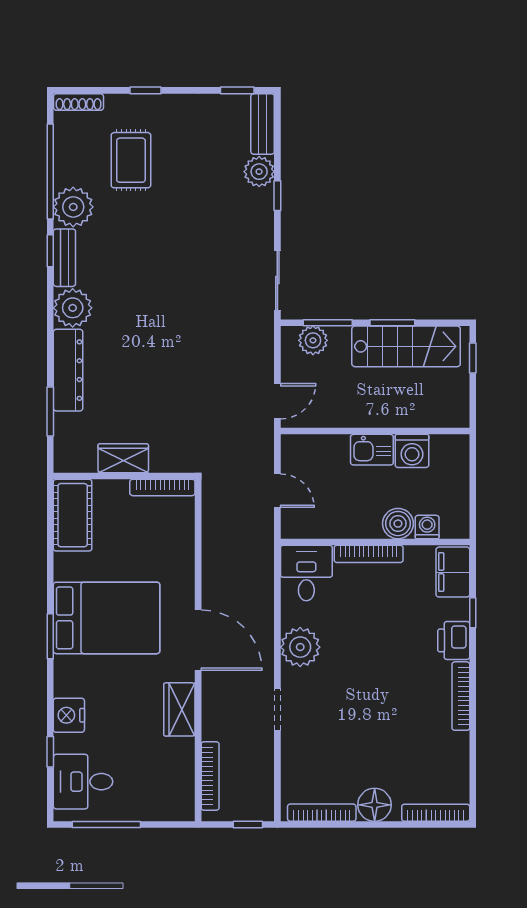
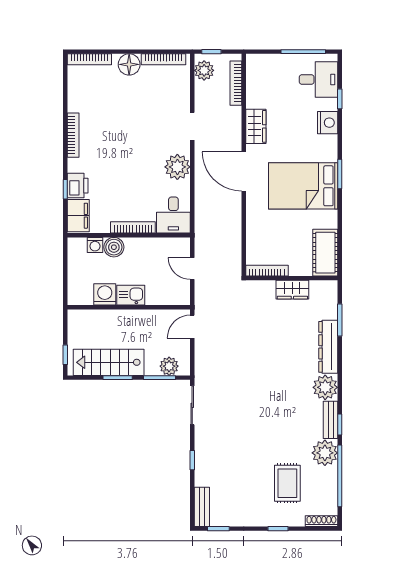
plant: (259, 172) -> (204, 70), moved
printer: (454, 640) -> (78, 186), moved

